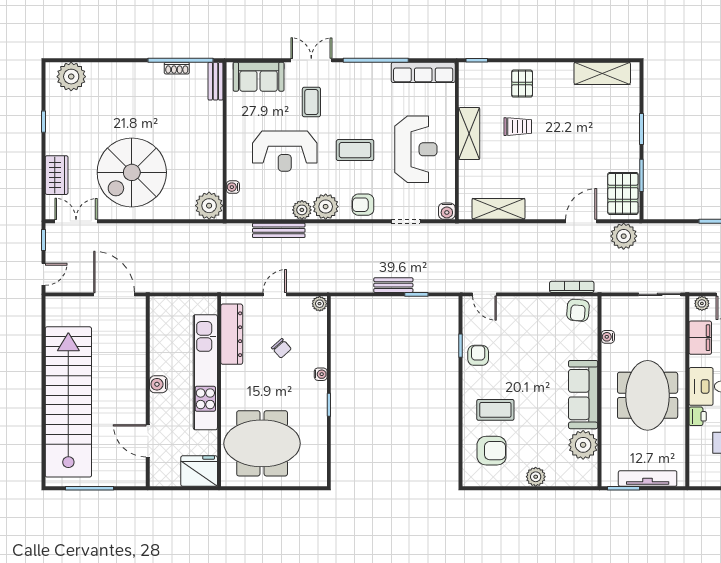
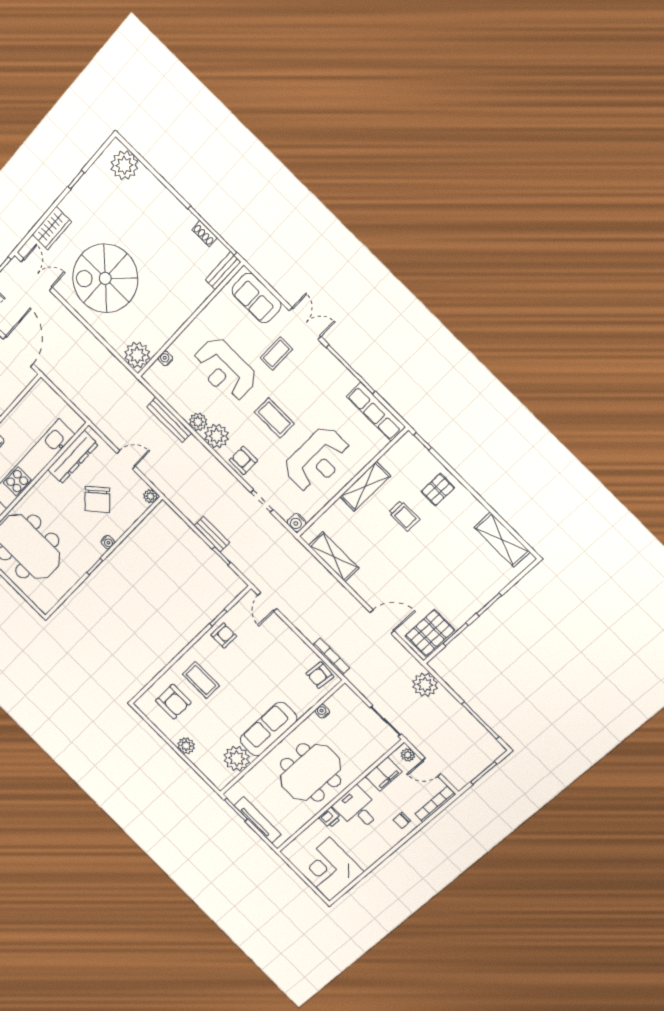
plant: (624, 236) -> (425, 685), moved
chair: (281, 348) -> (97, 499), width x1.87, depth x1.87

